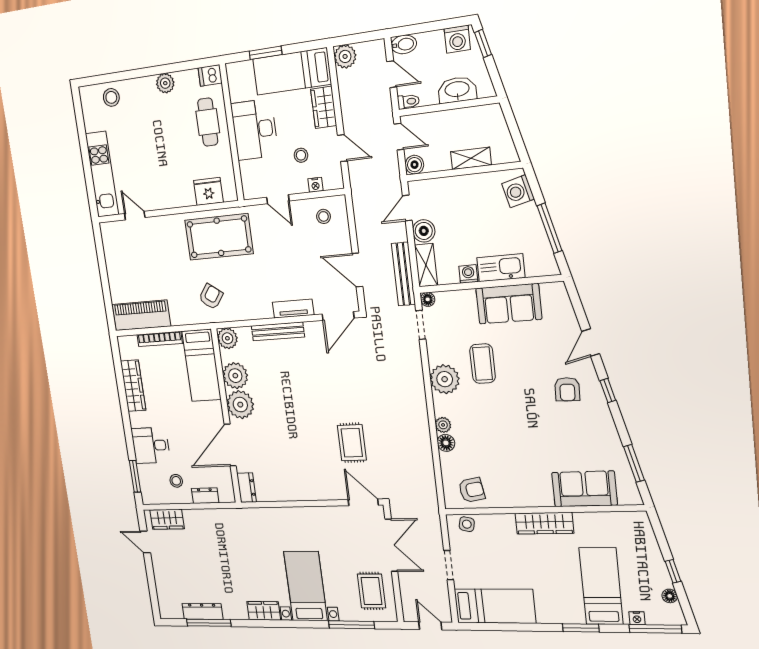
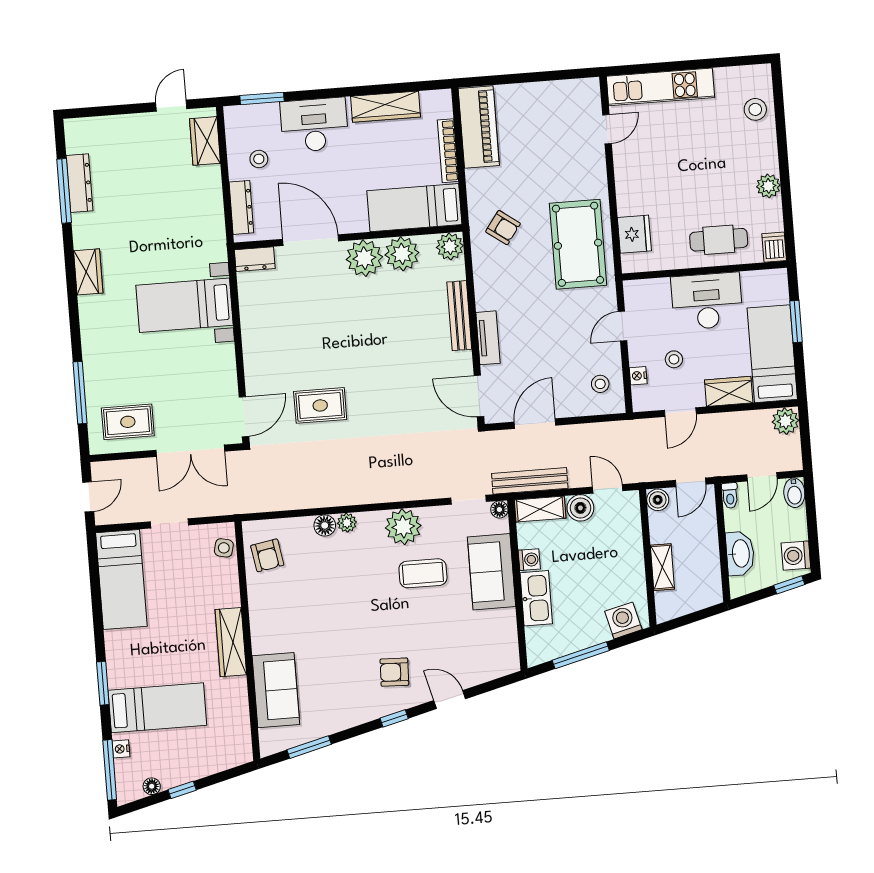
sofa: (509, 304) -> (492, 572), moved
desk: (151, 445) -> (314, 125), width x1.37
dresser: (205, 496) -> (241, 207), width x1.44
bed with nightstands: (306, 586) -> (185, 305), moved, turned 180

